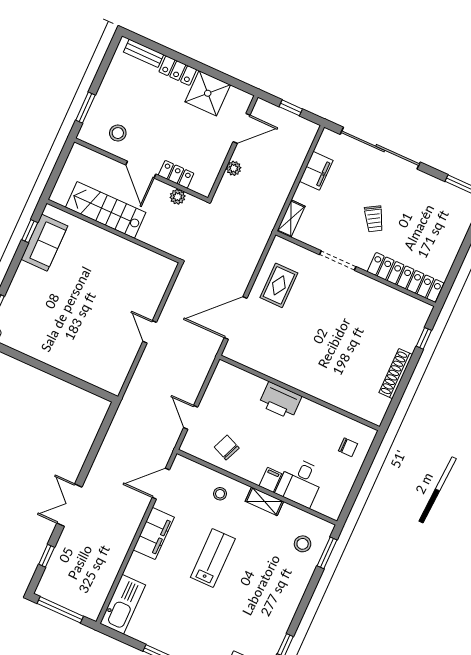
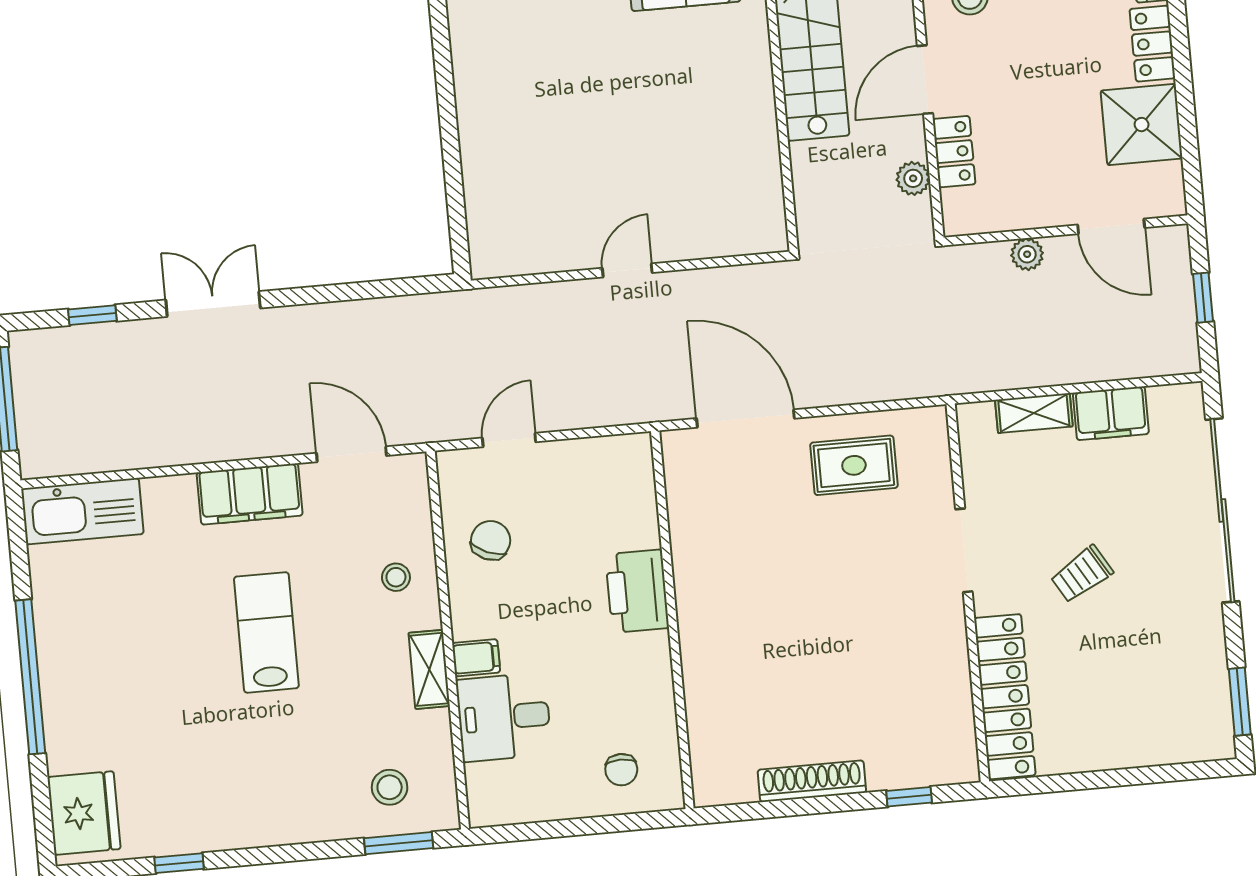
shelving: (291, 219) -> (1034, 413), moved
lab bench: (213, 558) -> (266, 632), turned -90

